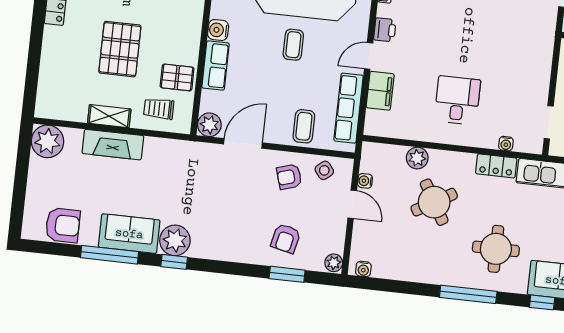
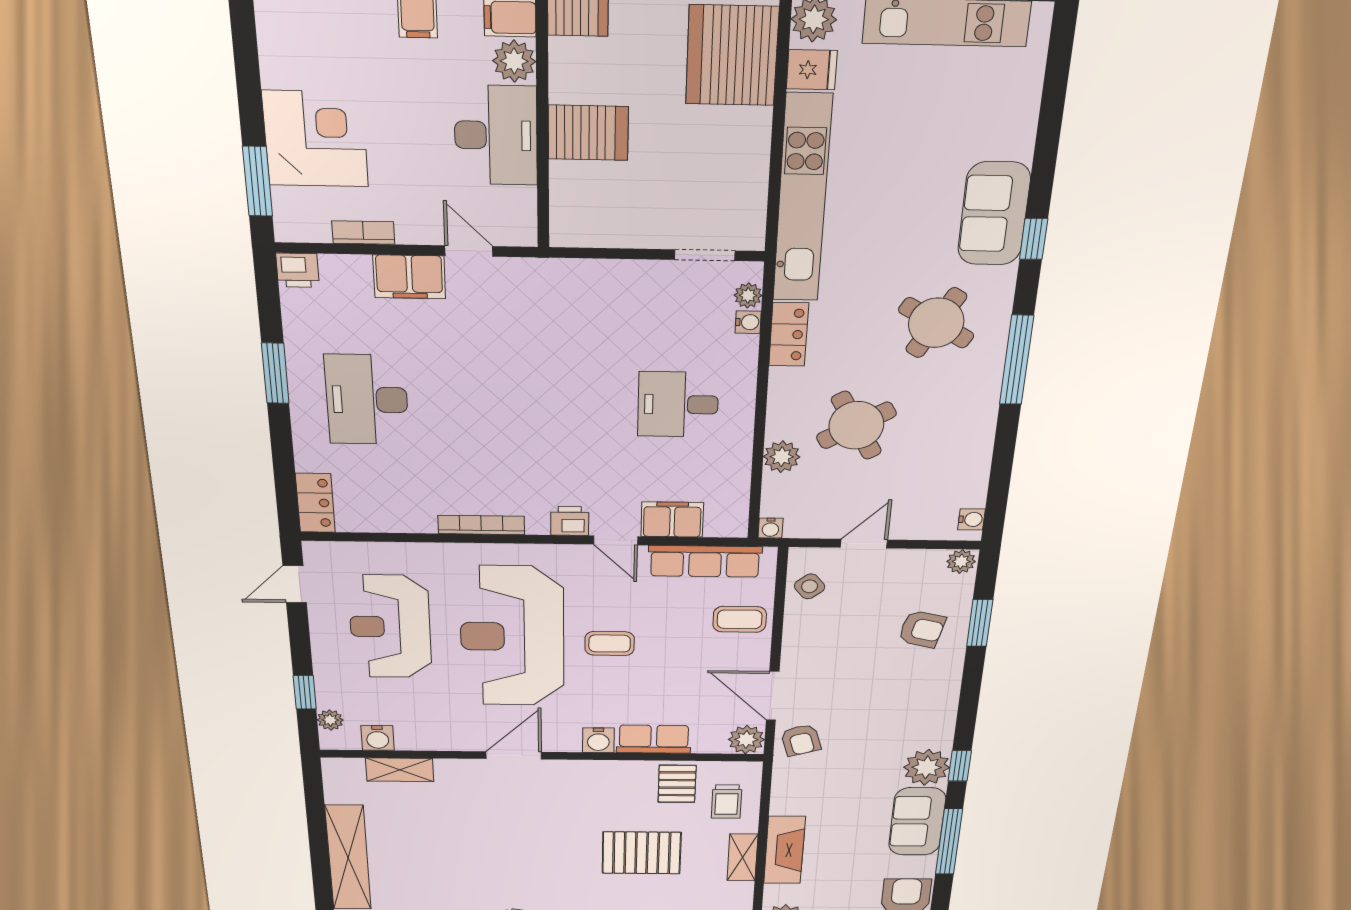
plant: (522, 145) -> (748, 295), added
armchair: (289, 177) -> (801, 740), moved
water cooler: (365, 181) -> (771, 528), moved
round table: (496, 249) -> (936, 323), turned 30

